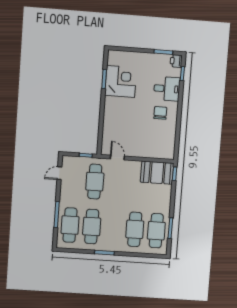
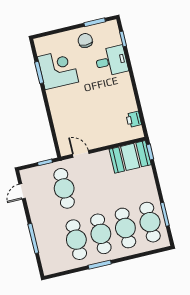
printer: (176, 61) -> (134, 119), moved
chair: (160, 113) -> (85, 40), moved
cafe table: (70, 225) -> (101, 234), moved

